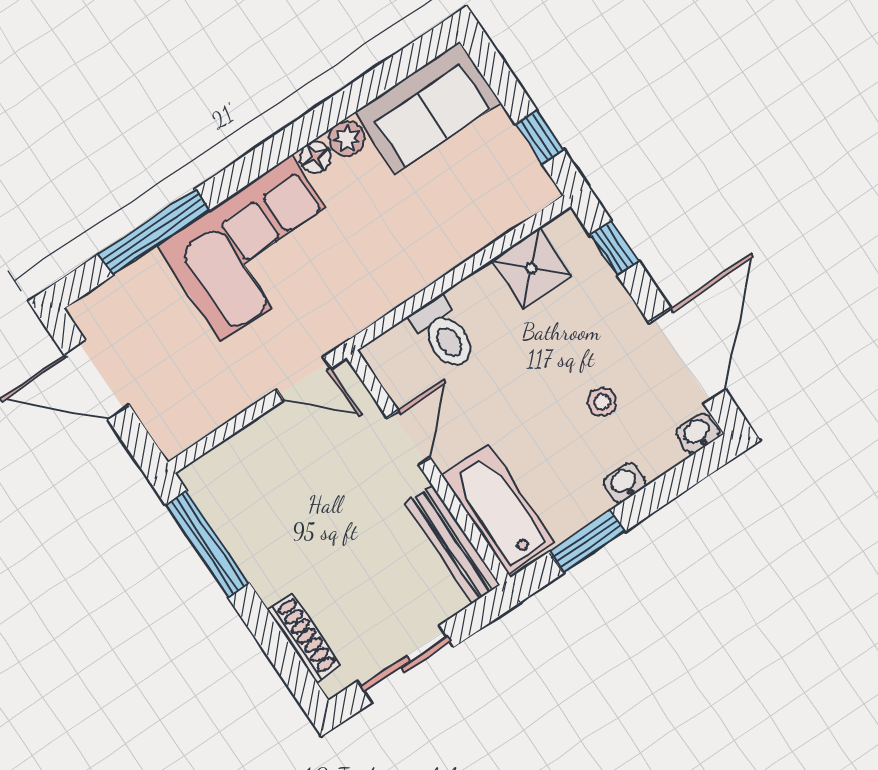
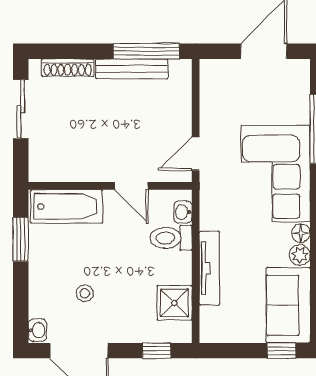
window: (540, 137) -> (281, 351), moved
tv unit: (450, 252) -> (209, 268), added
washbasin: (625, 483) -> (183, 212), moved, turned 180
bench: (452, 544) -> (132, 69), moved

